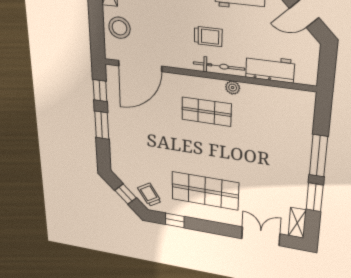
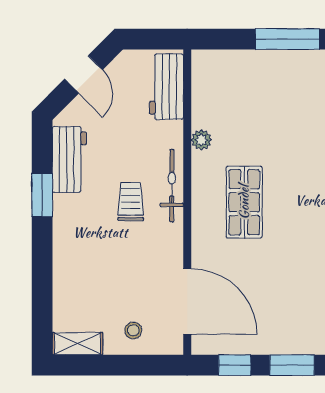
stool: (119, 28) -> (133, 330), width x0.53, depth x0.53
workbench: (270, 69) -> (166, 87), moved
plant: (233, 88) -> (201, 140), moved

